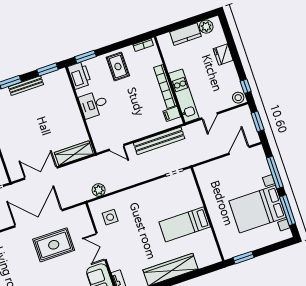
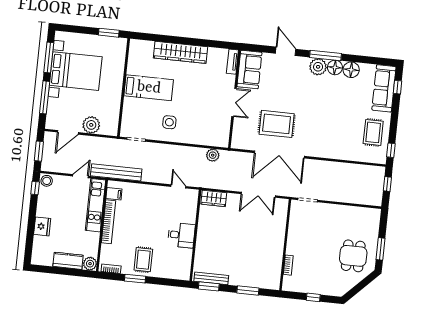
plant: (206, 27) -> (90, 264), moved
window: (85, 57) -> (135, 279), moved
printer: (80, 75) -> (182, 268), removed
bench: (26, 86) -> (211, 278), moved
bench: (159, 141) -> (116, 172), moved
wardrobe: (74, 153) -> (214, 198), width x0.67
plant: (221, 167) -> (91, 125), added
side table: (110, 217) -> (169, 122), moved

